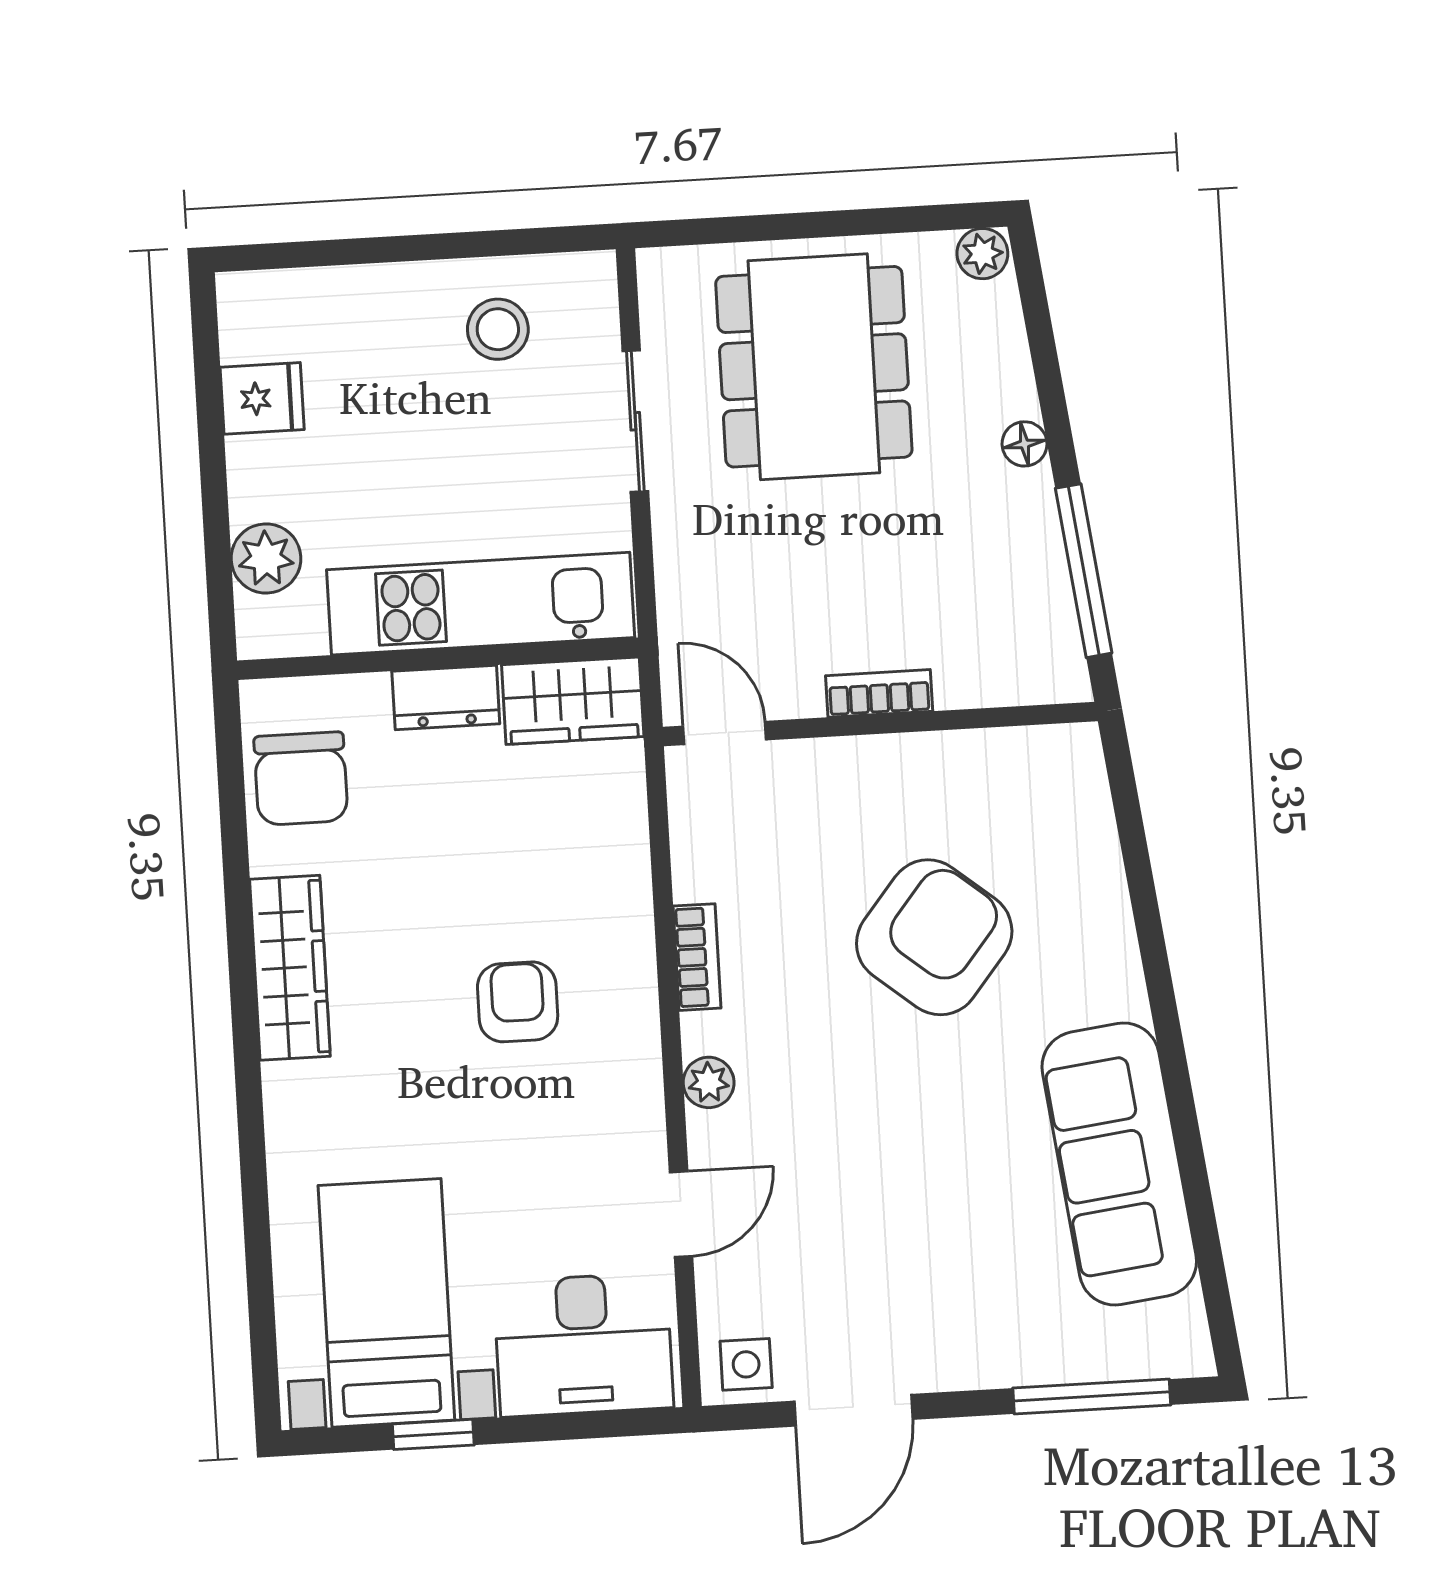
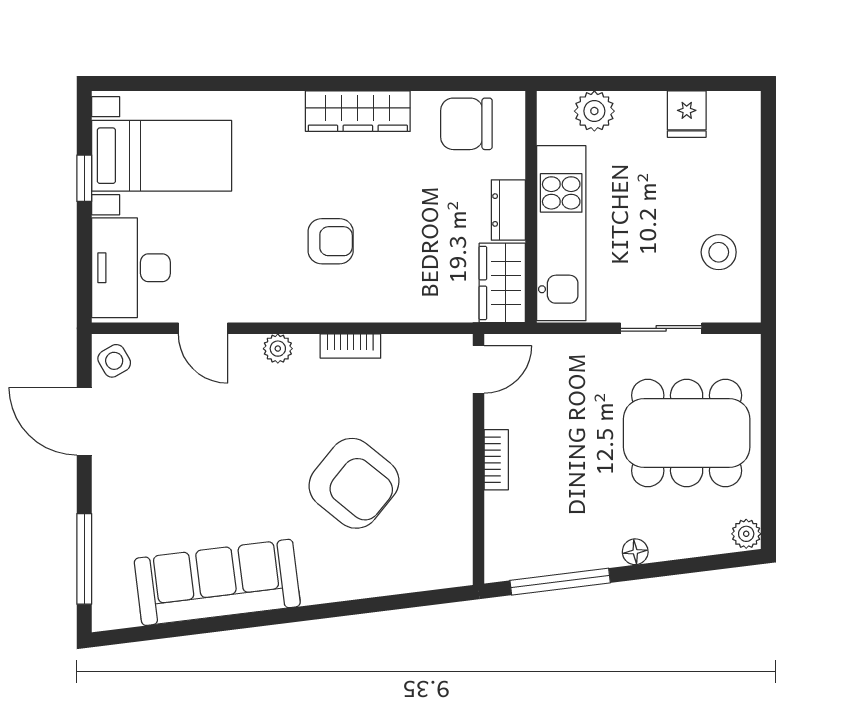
side table: (746, 1364) -> (114, 361), turned -30

